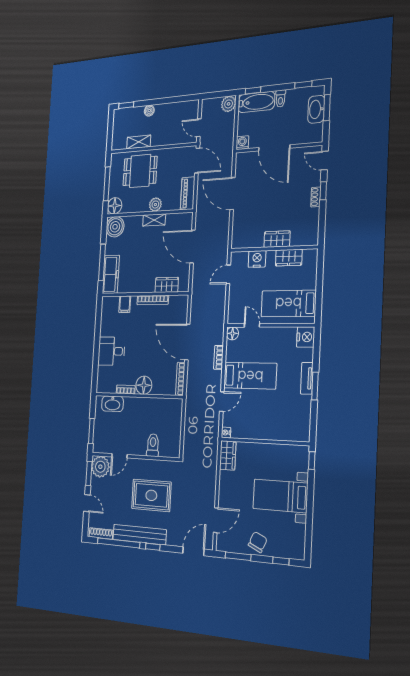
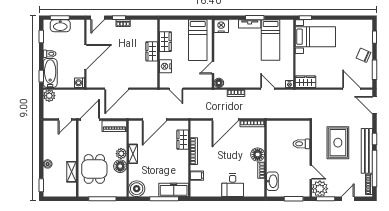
floor lamp: (115, 206) -> (120, 166), moved
bed: (250, 376) -> (271, 40), moved, turned 180
bed with nightstands: (280, 496) -> (315, 37), moved, turned -90

